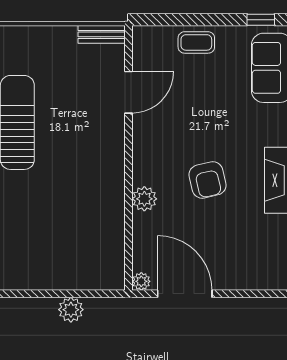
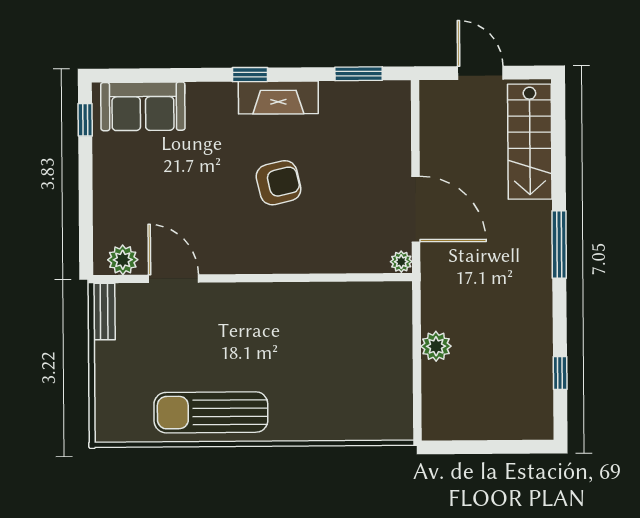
coffee table: (196, 42) -> (113, 197), removed
plant: (144, 199) -> (123, 260), moved
door: (185, 294) -> (416, 209), swing flipped

